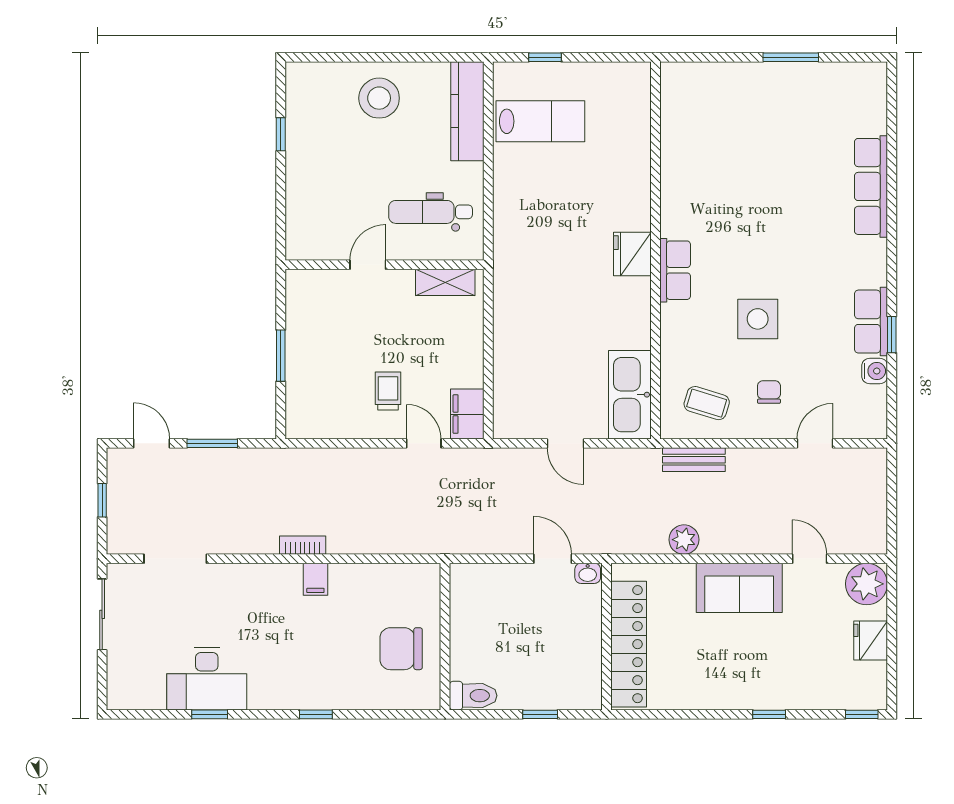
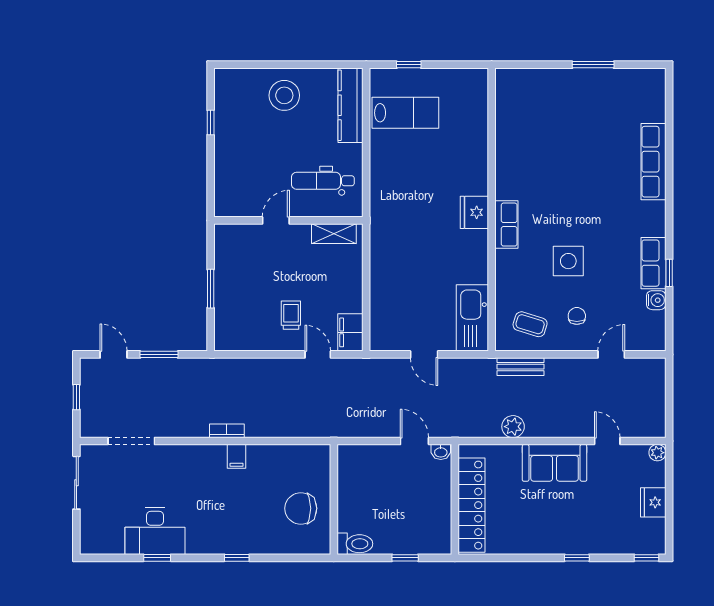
plant: (867, 584) -> (657, 453), width x0.53, depth x0.53

